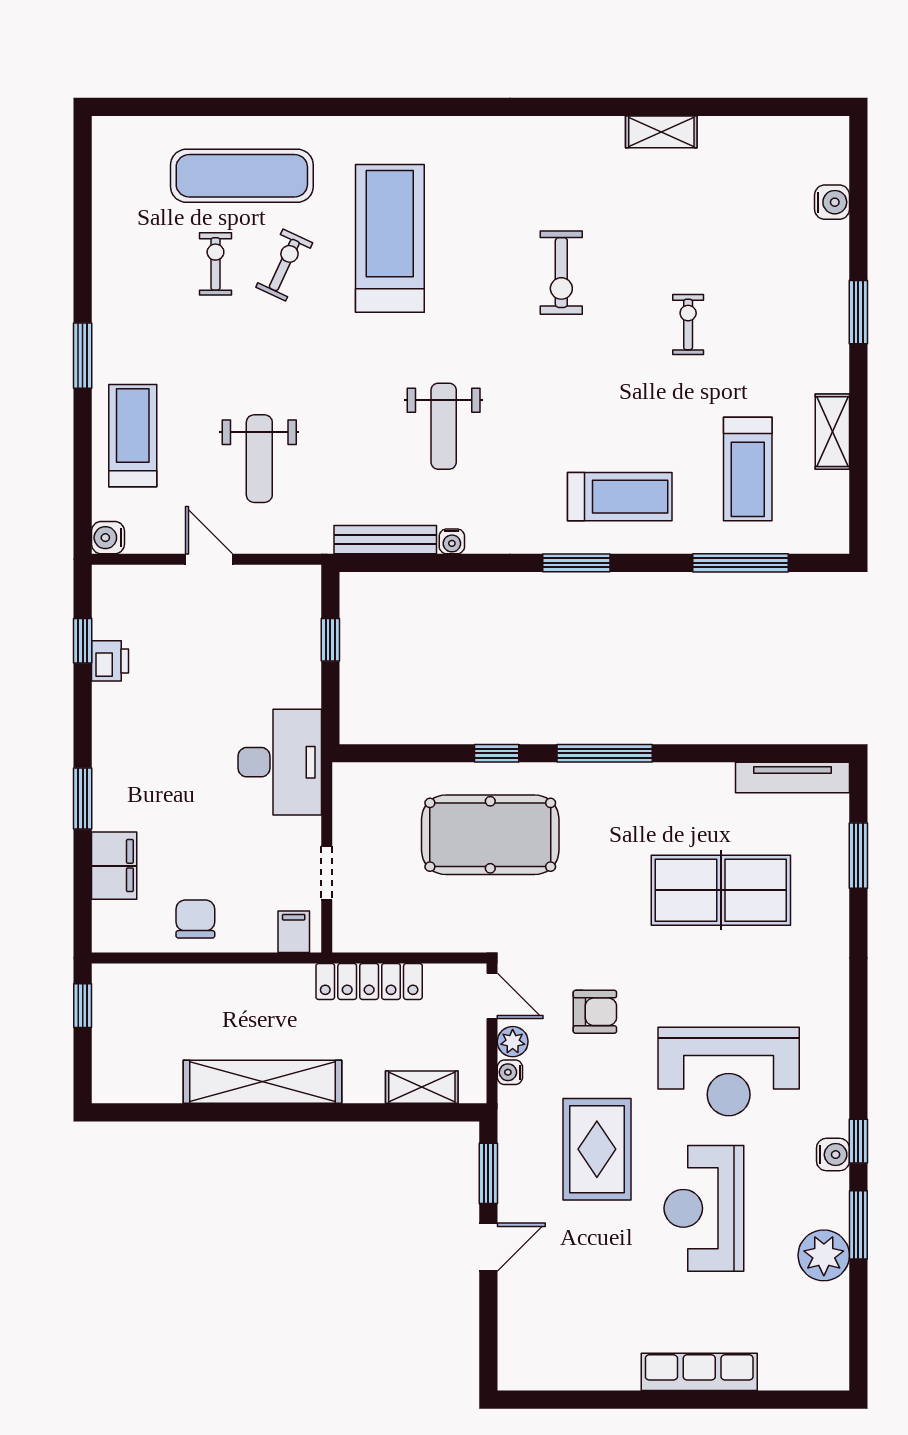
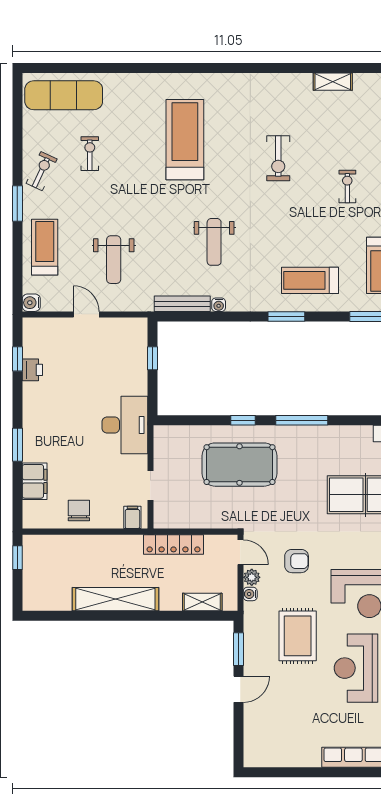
exercise mat: (242, 176) -> (64, 95), moved
exercise bike: (284, 265) -> (42, 171), moved
treadmill: (620, 497) -> (310, 280), turned 180

